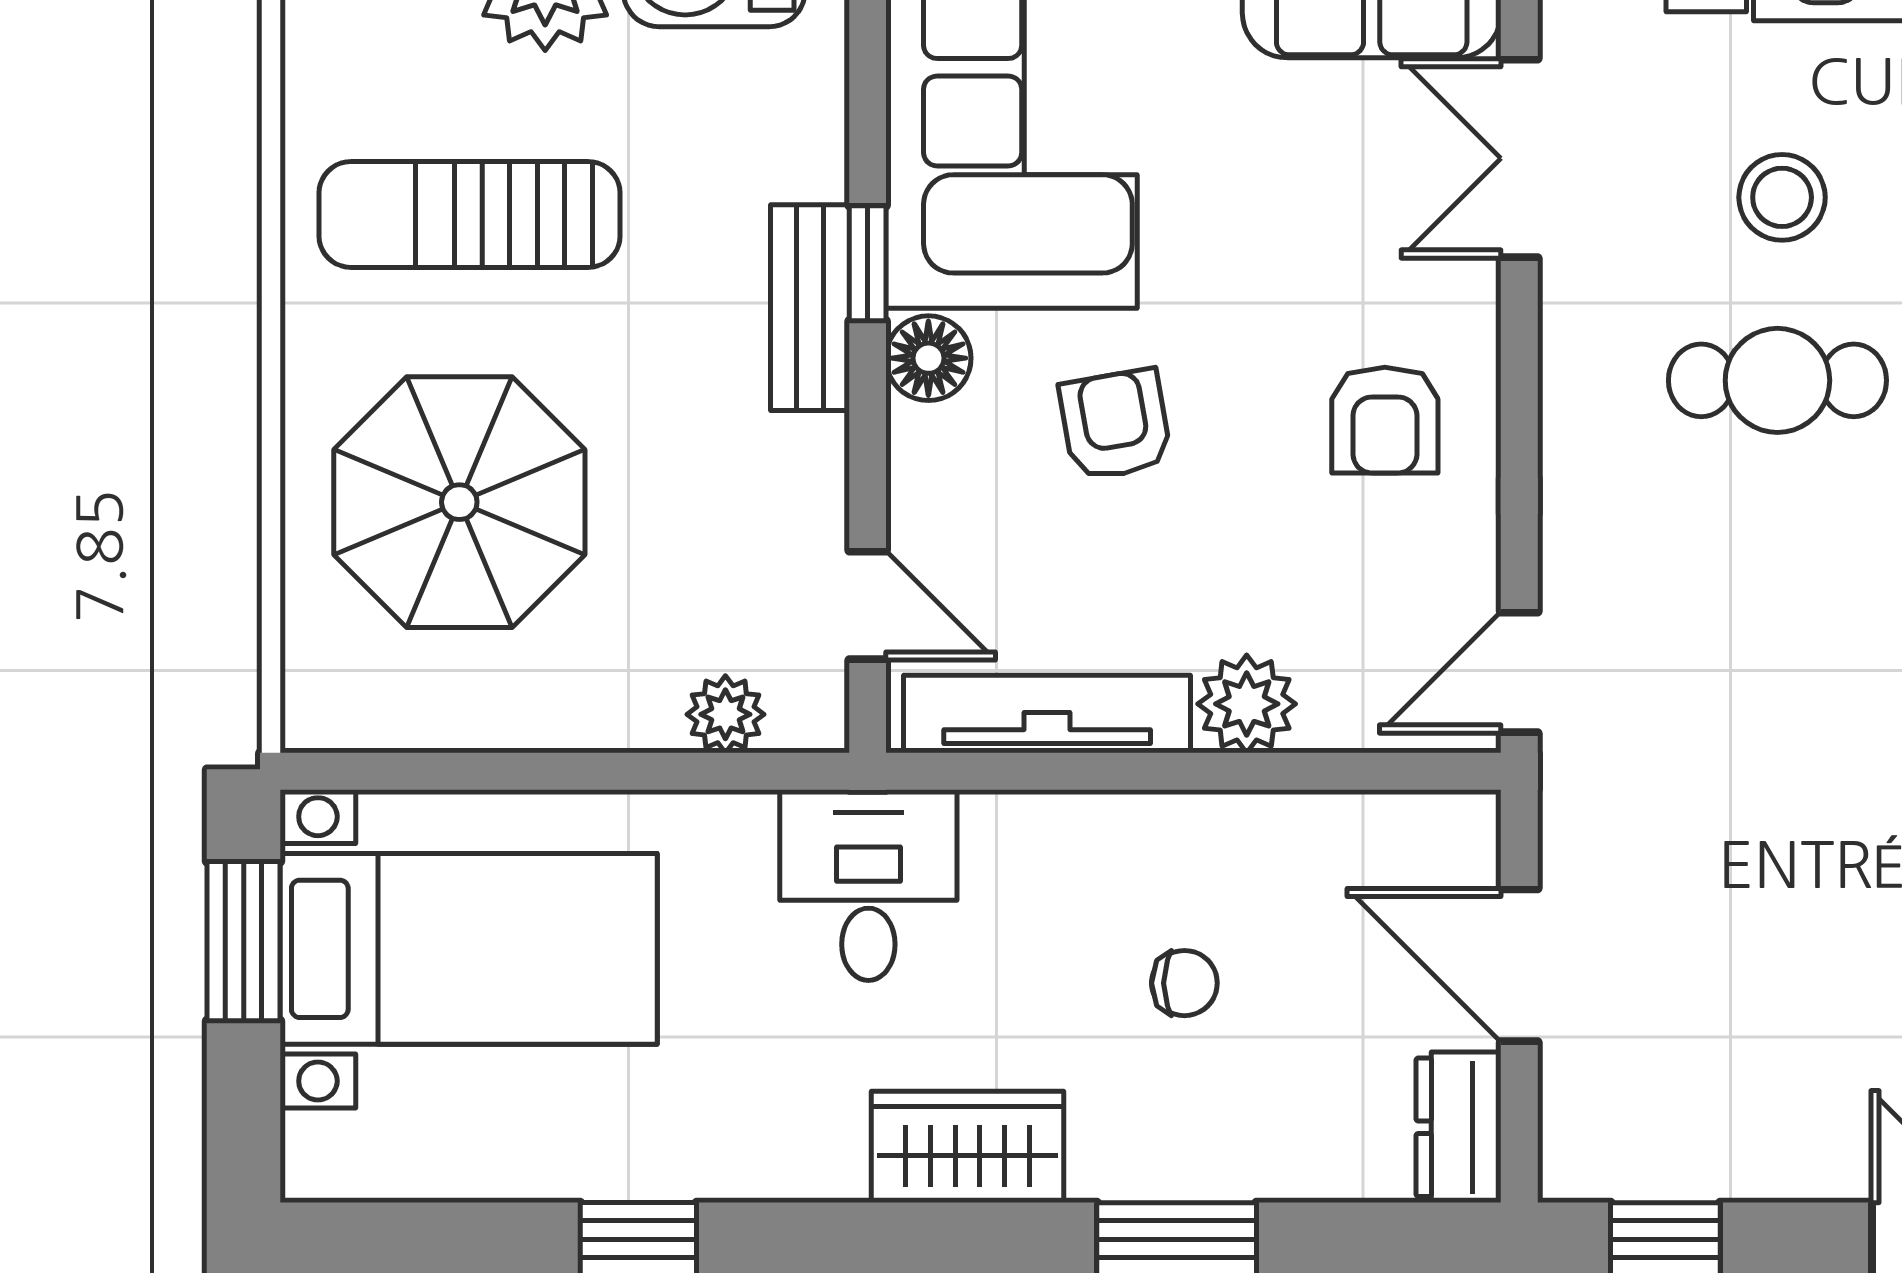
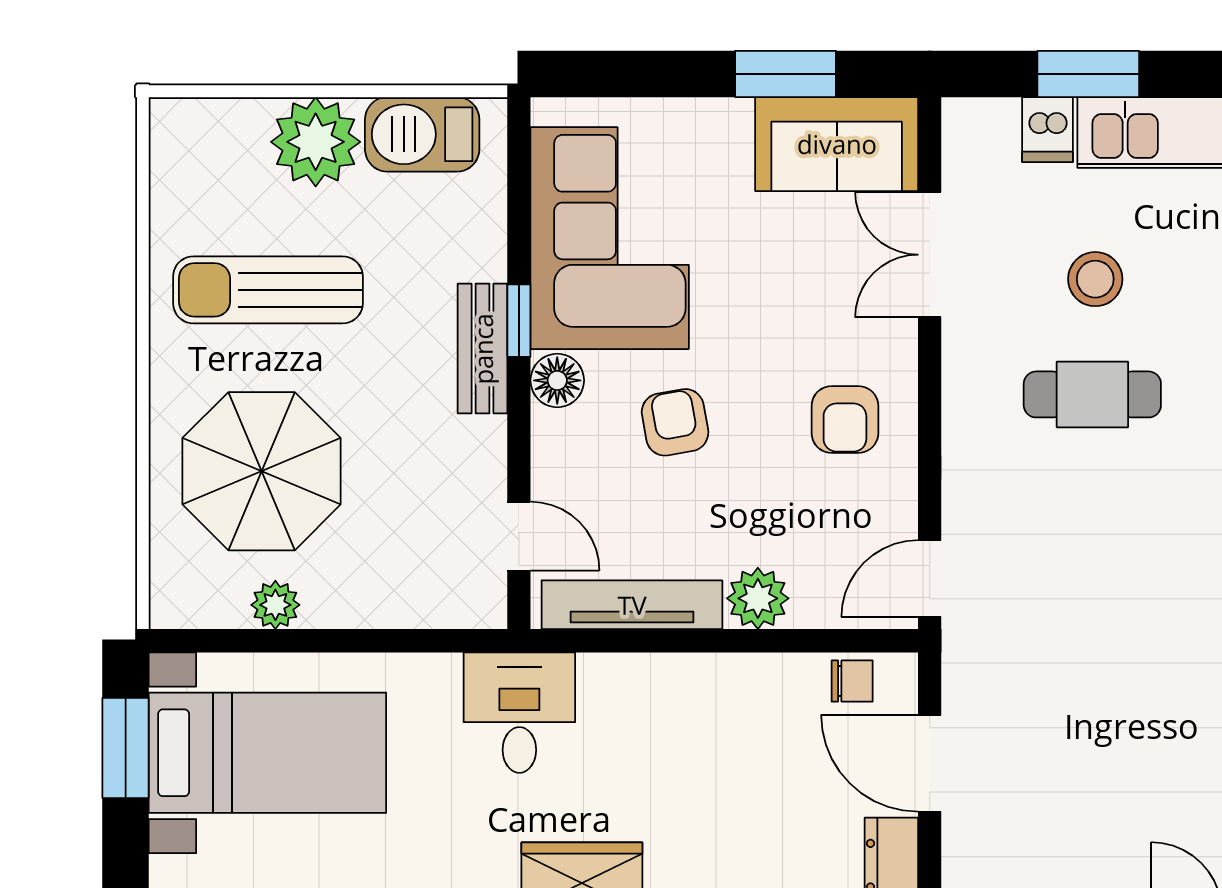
plant: (725, 714) -> (275, 605), moved
chair: (1184, 983) -> (852, 681), moved

